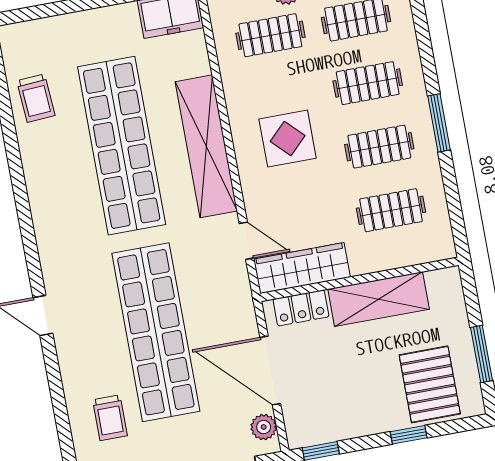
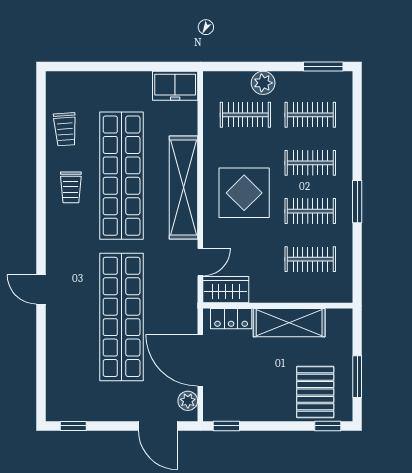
display table: (288, 139) -> (244, 193), width x1.36, depth x1.36
door: (246, 241) -> (200, 262), hinge flipped
wardrobe: (302, 268) -> (226, 290), width x0.67
trolley: (110, 418) -> (71, 187), moved
window: (409, 435) -> (328, 426), moved

